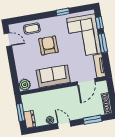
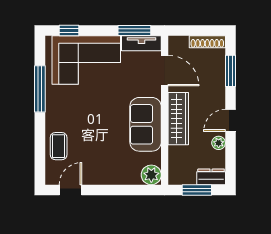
window: (63, 12) -> (40, 89), width x2.17
window: (103, 43) -> (134, 31), moved
armchair: (48, 45) -> (92, 123), removed
wardrobe: (60, 94) -> (178, 119), added

